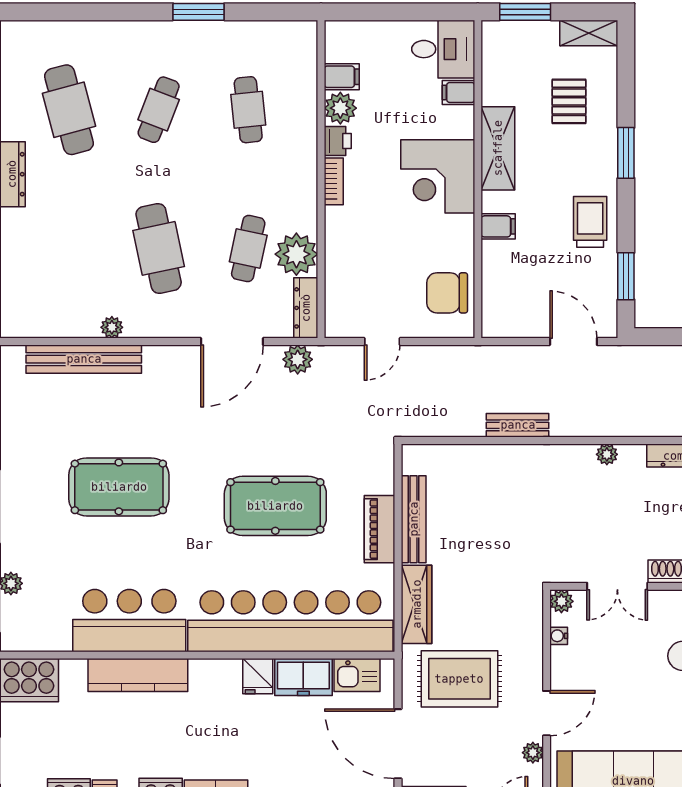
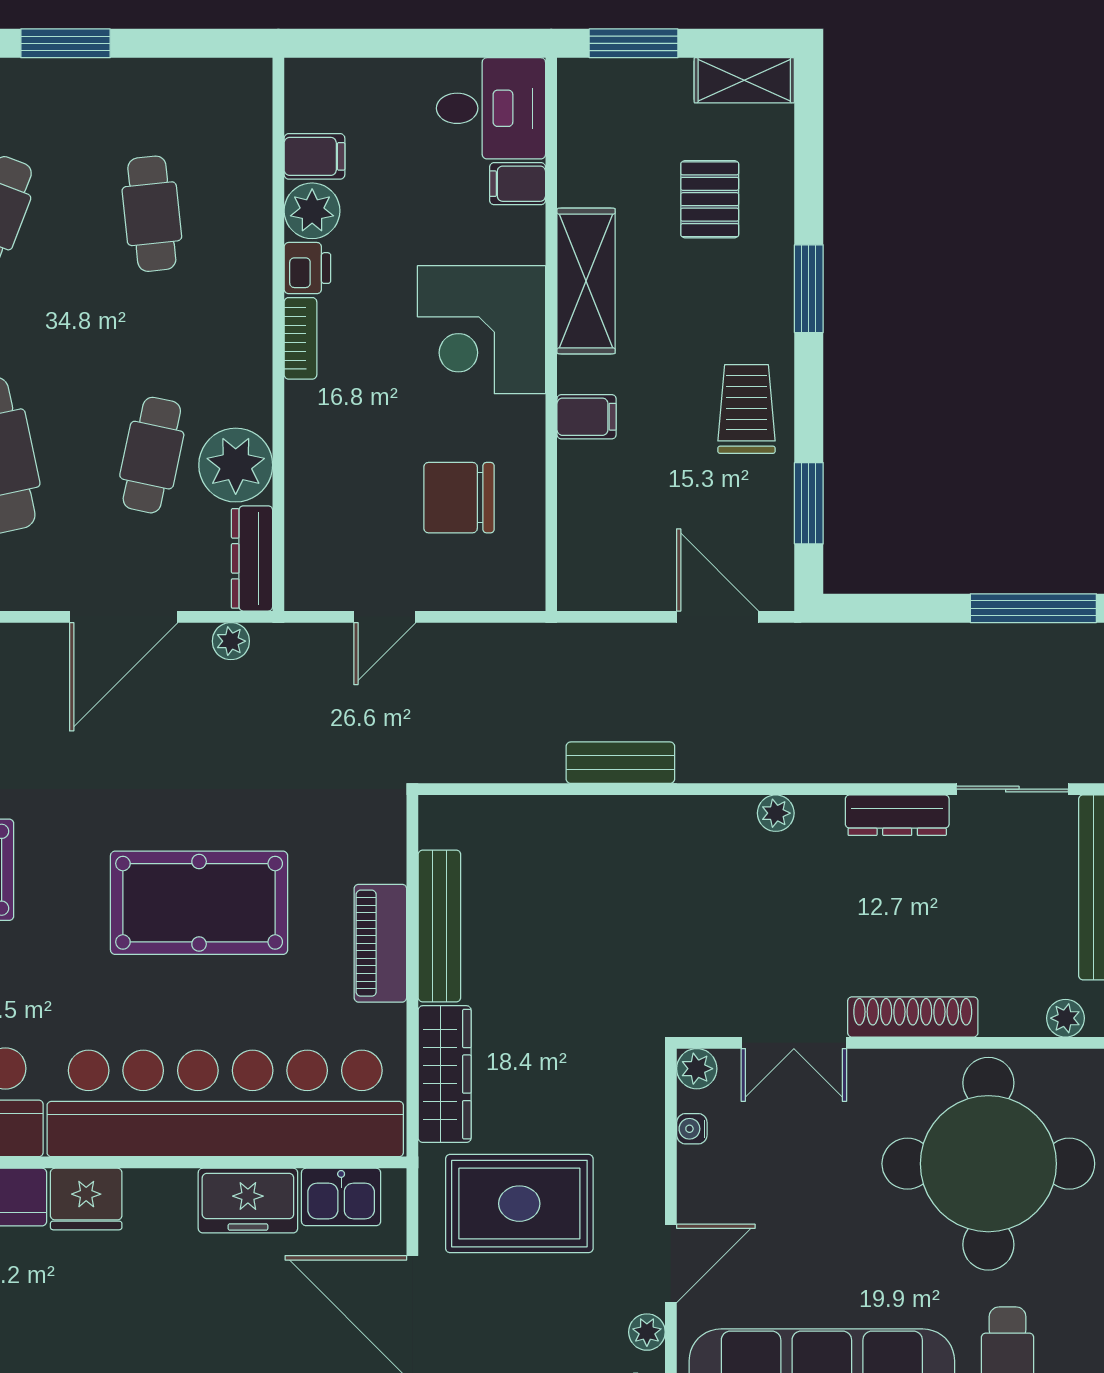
chair: (447, 293) -> (459, 498), moved
plant: (298, 359) -> (231, 641), width x0.73, depth x0.73
fridge: (258, 676) -> (86, 1199), moved, width x1.38

